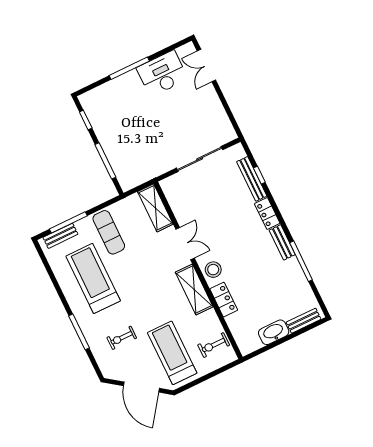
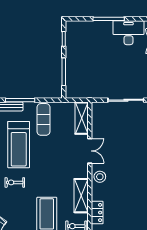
treadmill: (93, 278) -> (19, 145), turned 180
shelving: (194, 289) -> (81, 196), moved
locker: (224, 300) -> (97, 213), moved
exercise bike: (122, 338) -> (15, 182), moved

